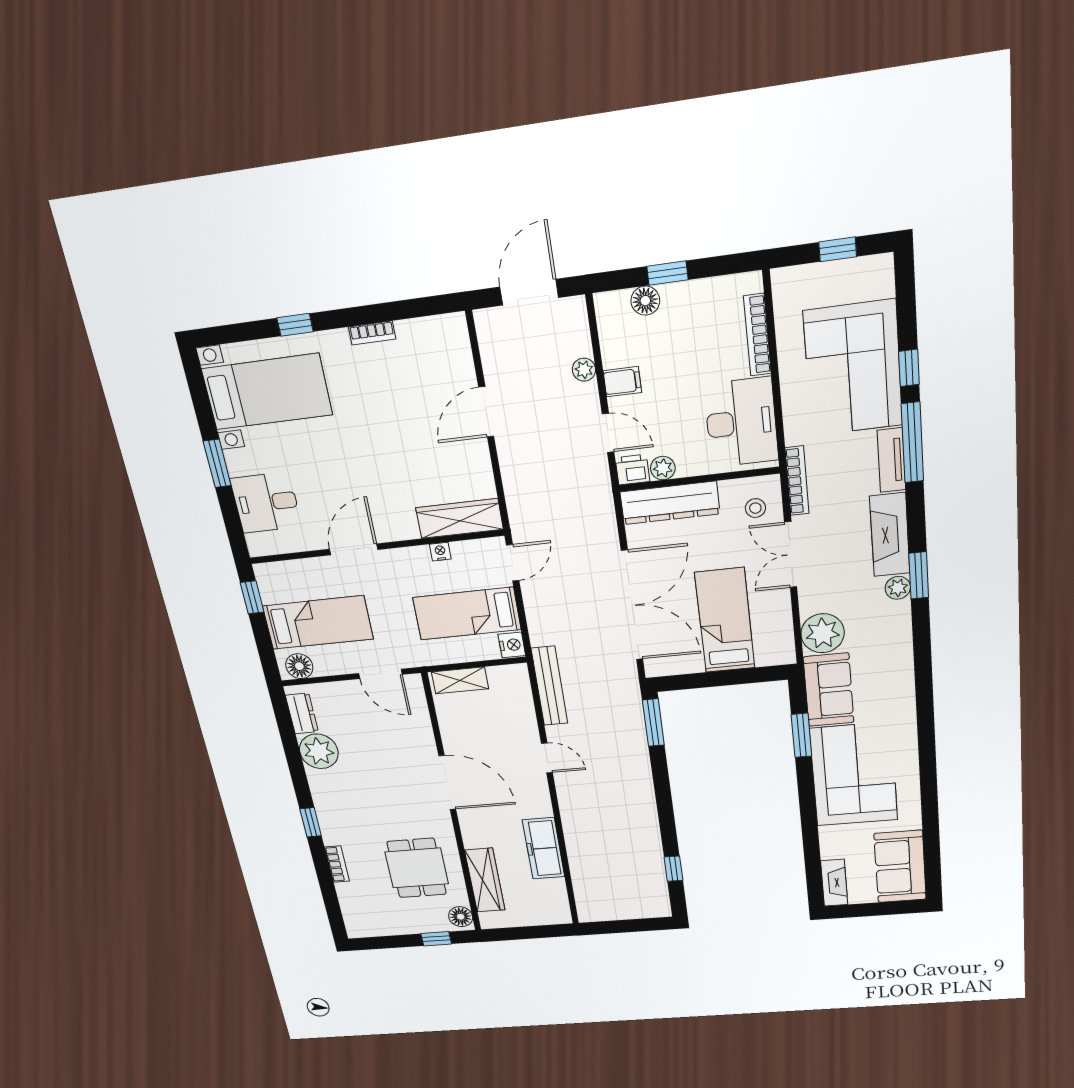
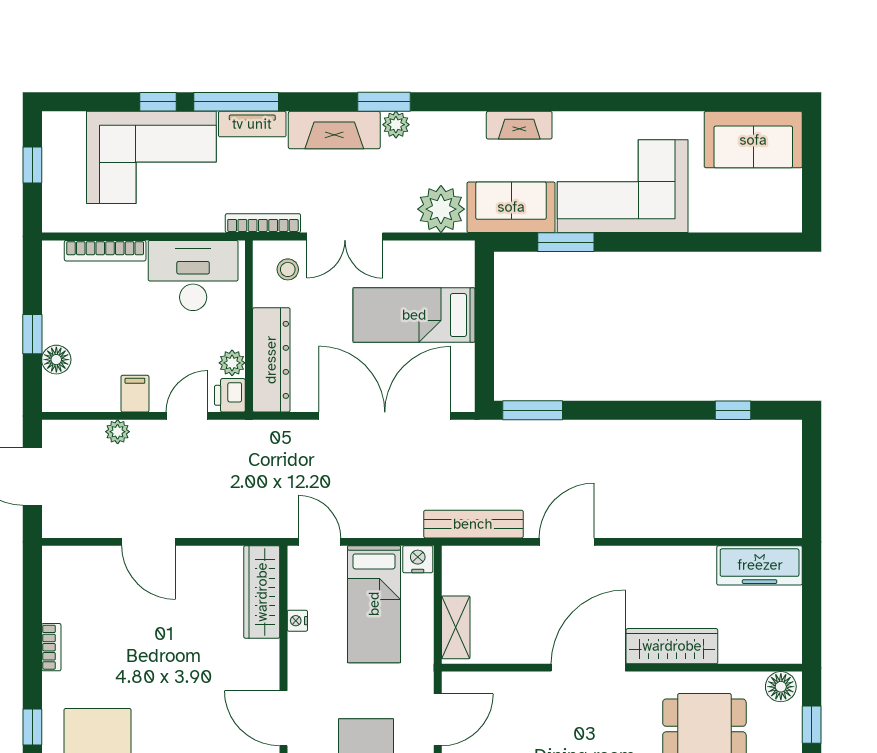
door: (547, 758) -> (567, 542), width x1.38
freezer: (543, 848) -> (760, 565), moved
wardrobe: (485, 880) -> (672, 646), moved
fireplace: (834, 883) -> (519, 125), moved, turned 180

